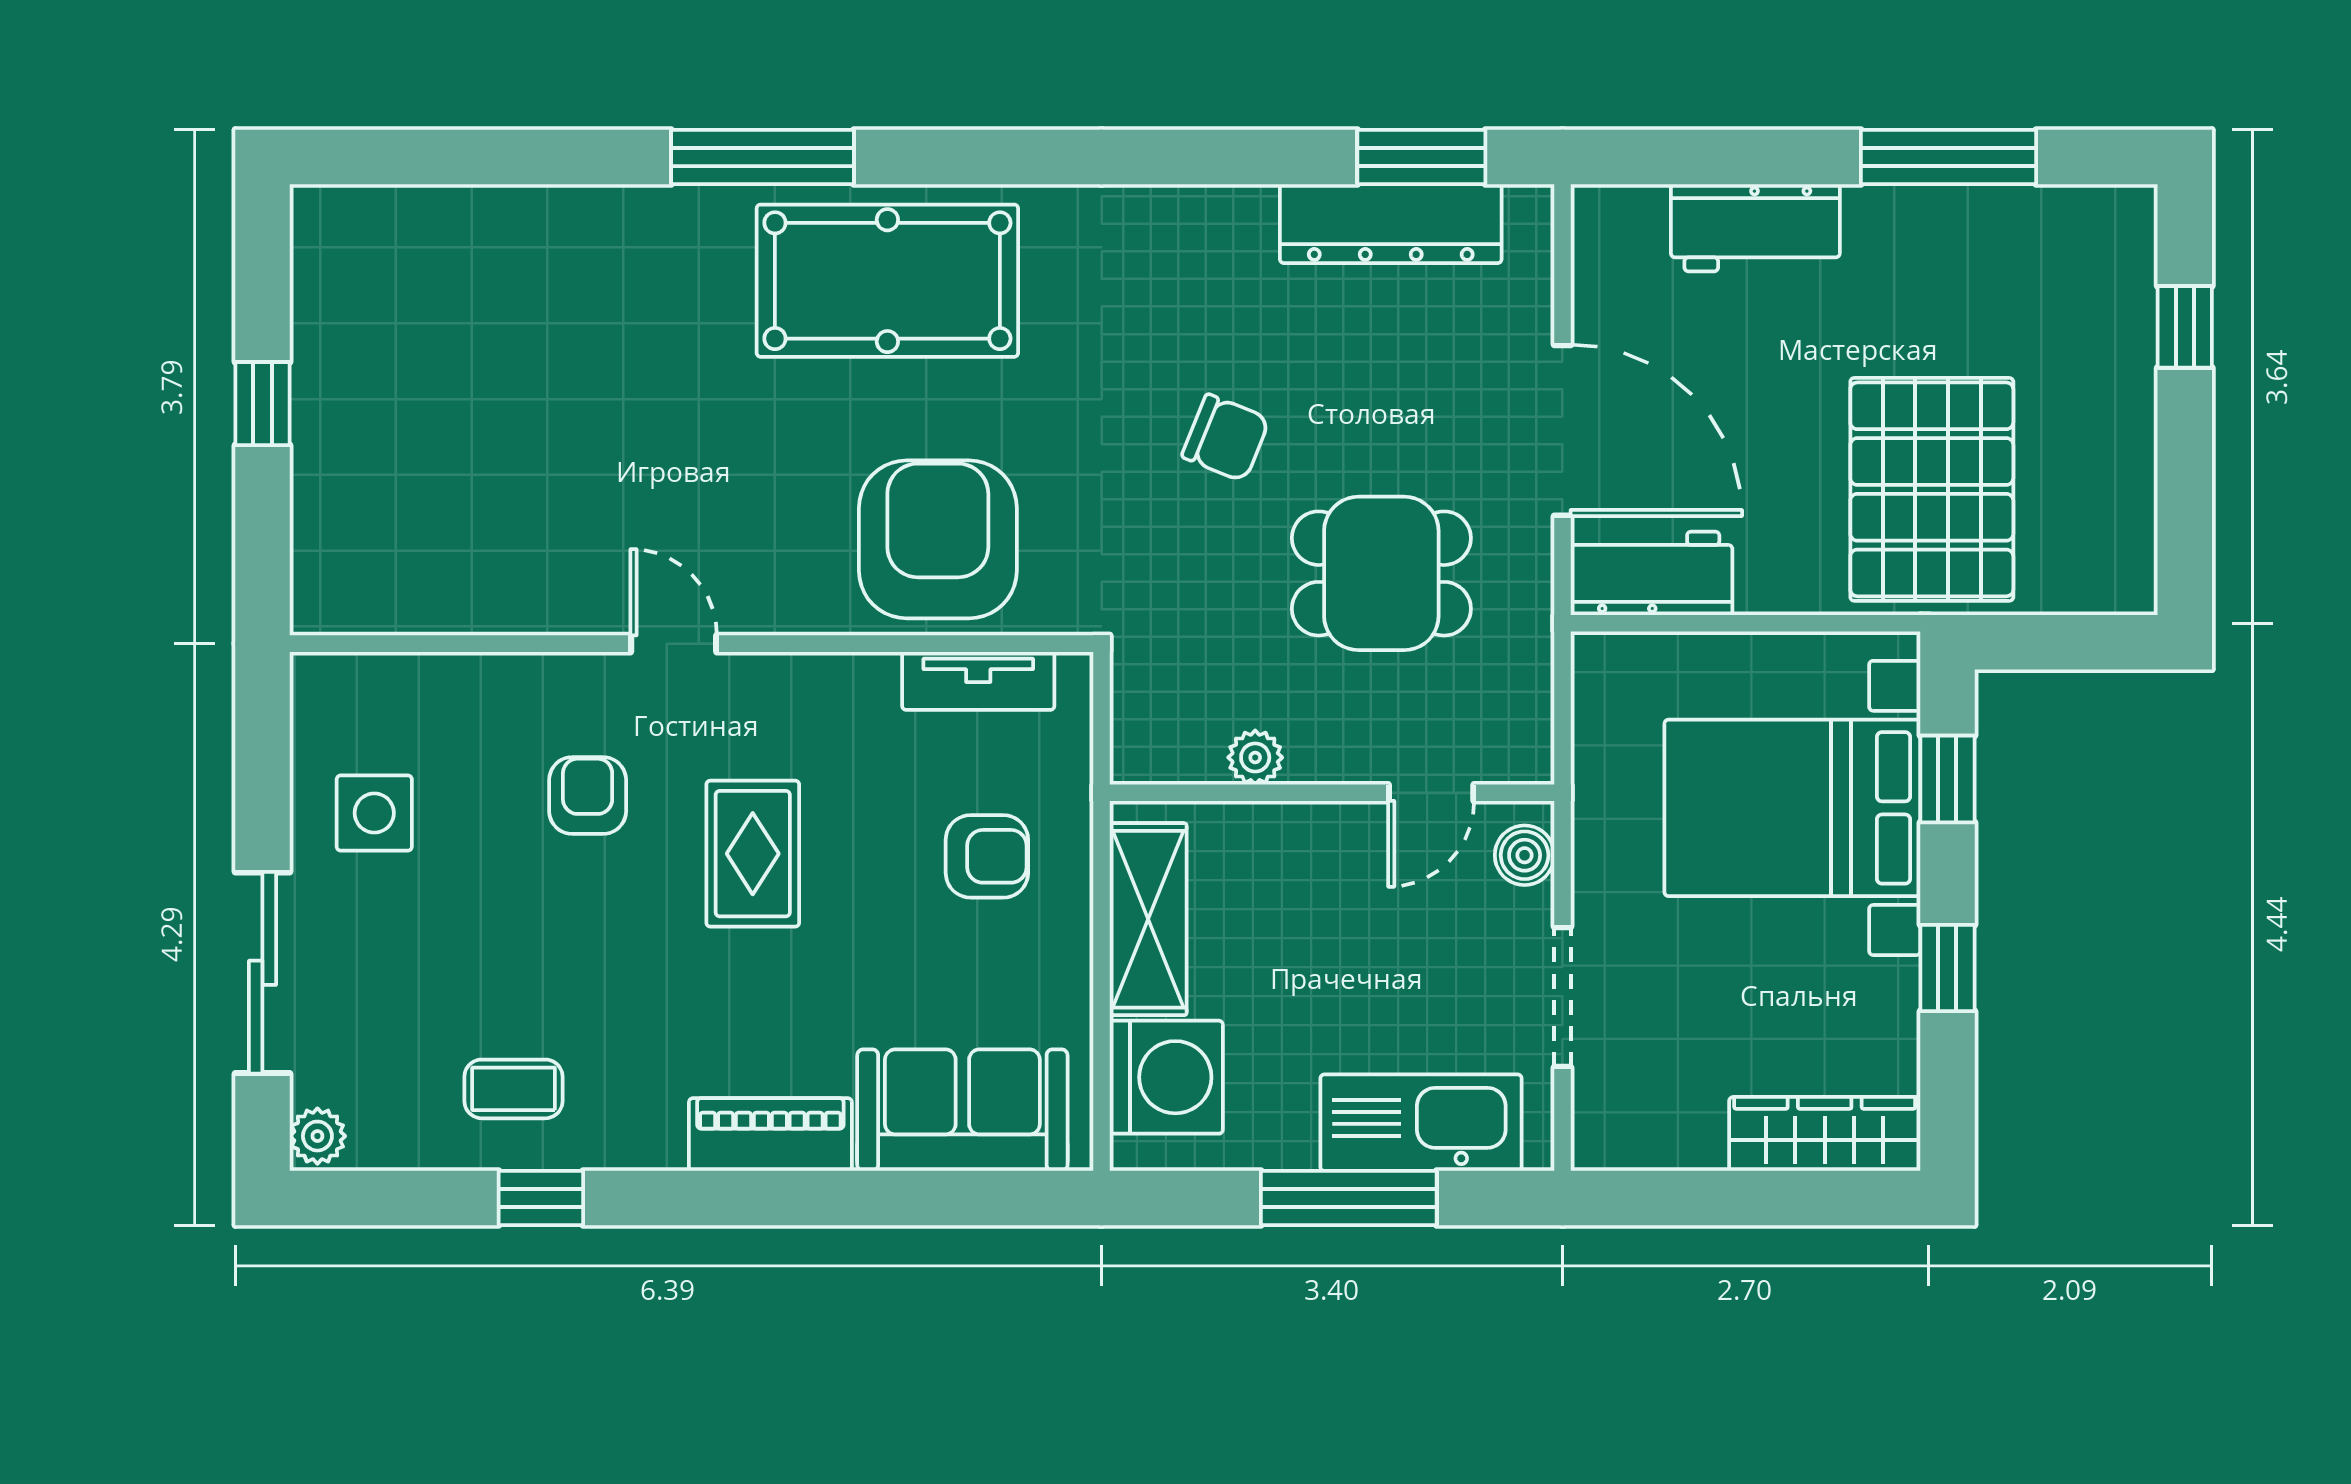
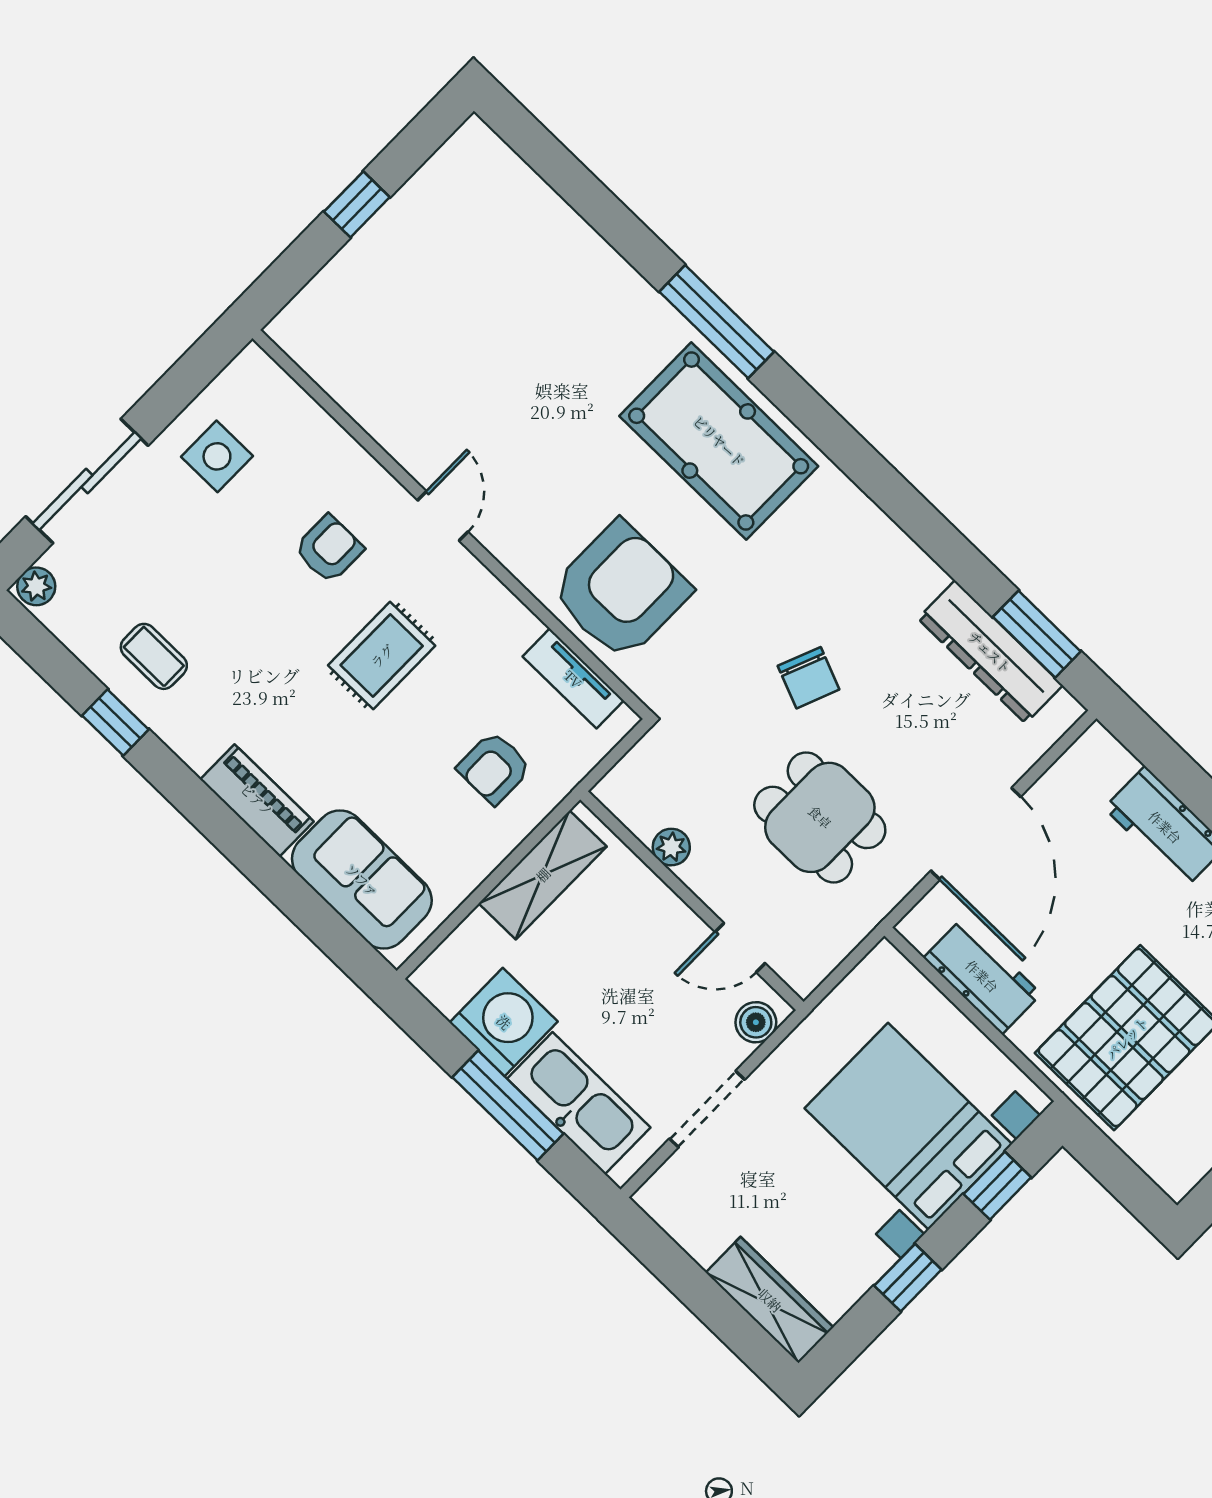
workbench: (1651, 573) -> (982, 976), moved
armchair: (987, 856) -> (494, 768), turned 90
washing machine: (1166, 1077) -> (504, 1022), moved, turned -90

